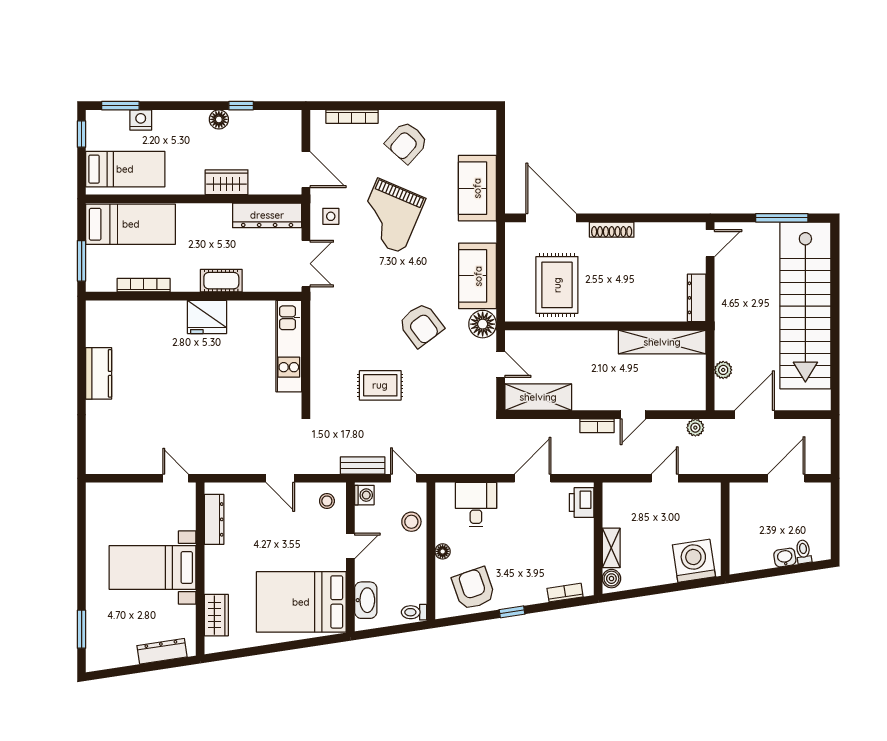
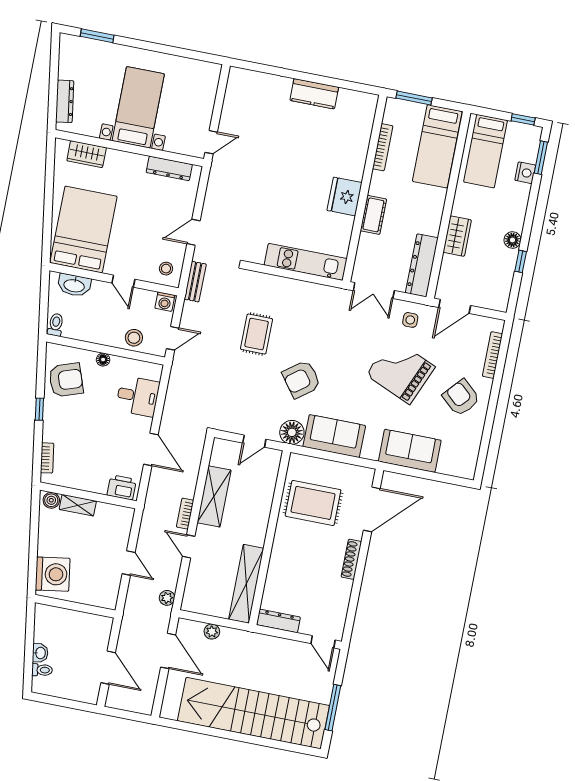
shelving: (538, 397) -> (214, 496), moved
bench: (363, 465) -> (195, 282), moved

